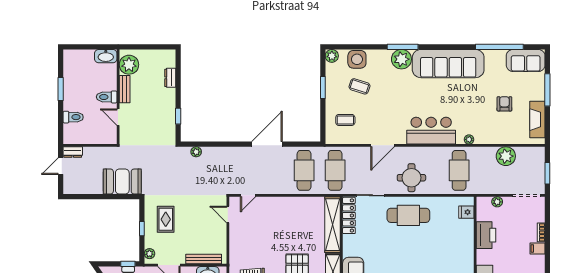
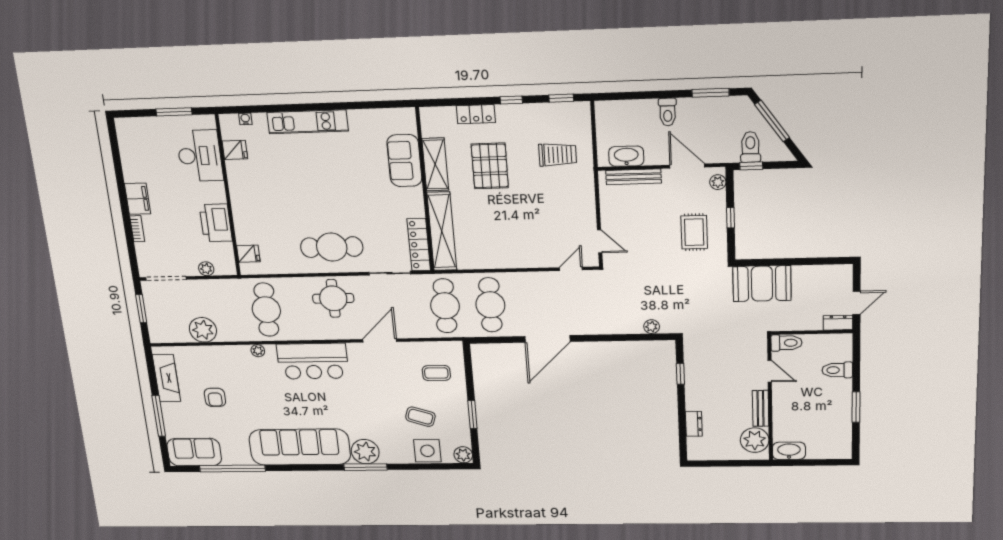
toilet: (107, 97) -> (786, 343), moved
filing cabinet: (537, 248) -> (138, 199), width x2.00

